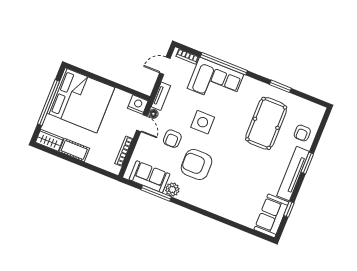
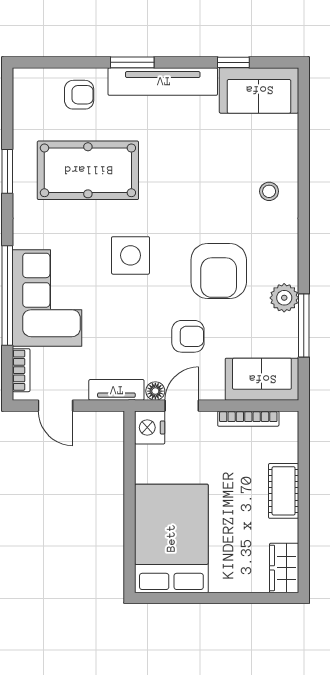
bed: (81, 100) -> (171, 538), width x0.73
window: (48, 103) -> (213, 598), removed
side table: (203, 122) -> (131, 255), moved
cot: (74, 150) -> (284, 491), moved
sofa: (149, 177) -> (262, 379), moved, turned 90
stool: (224, 202) -> (269, 191), added

